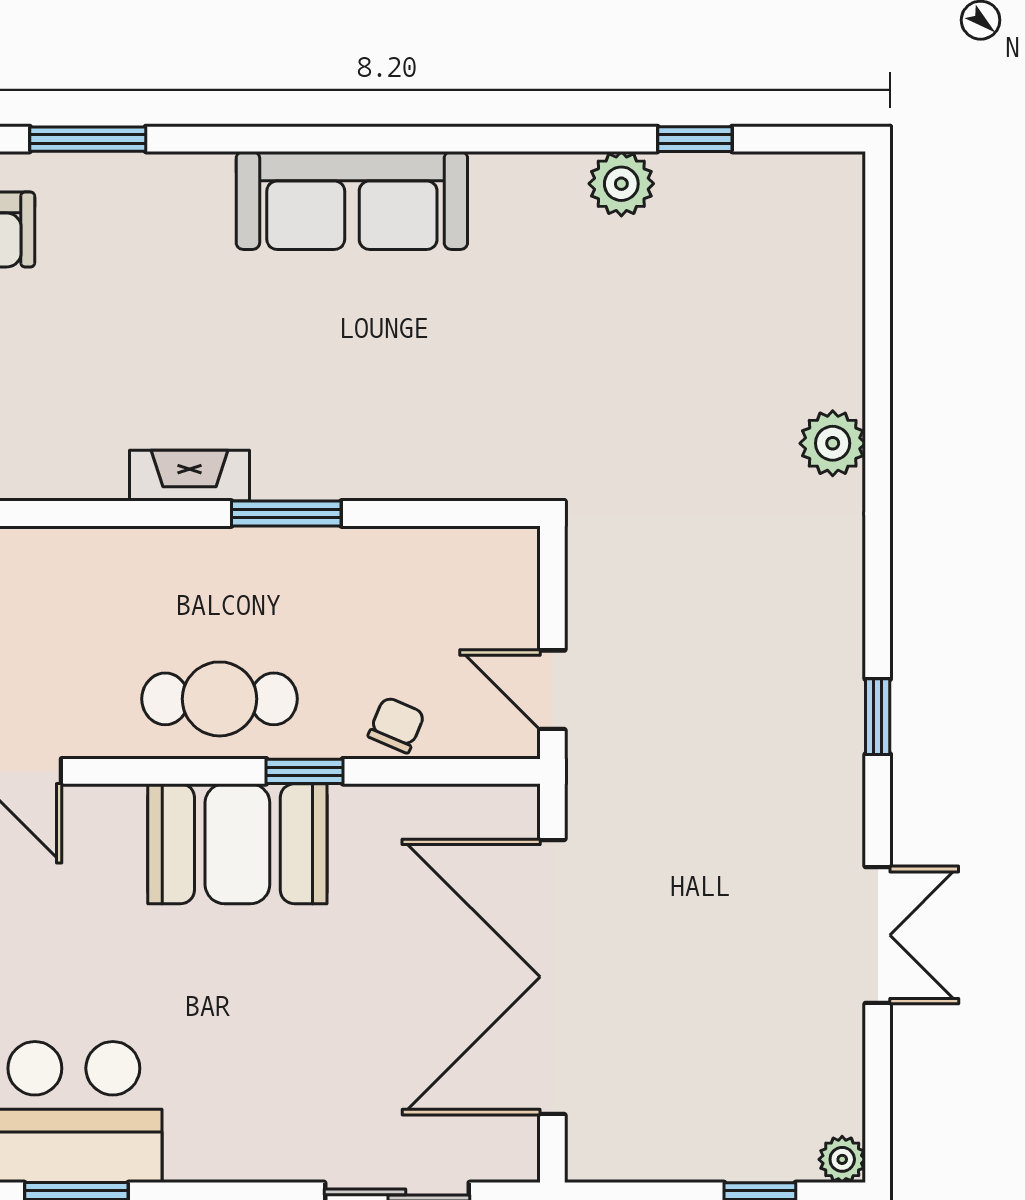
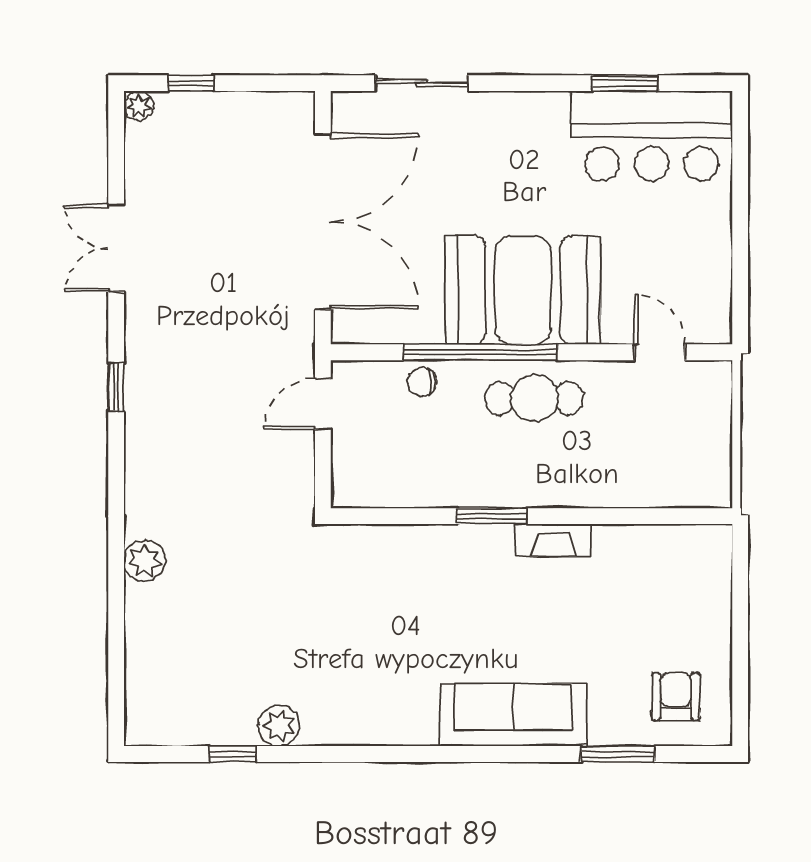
sofa: (352, 200) -> (513, 715), moved
door: (552, 690) -> (323, 404), swing flipped
chair: (396, 725) -> (422, 382), turned 63
window: (304, 771) -> (480, 352), width x3.17
booth: (237, 844) -> (523, 290), width x1.36, depth x1.42

